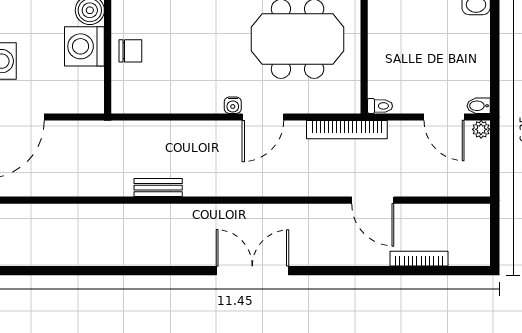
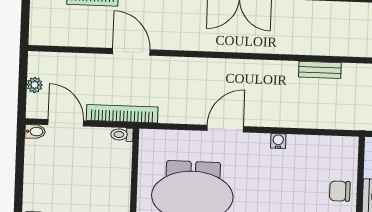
water cooler: (233, 105) -> (278, 141), moved
plant: (481, 129) -> (35, 85), moved
bookcase: (347, 130) -> (122, 114), moved

